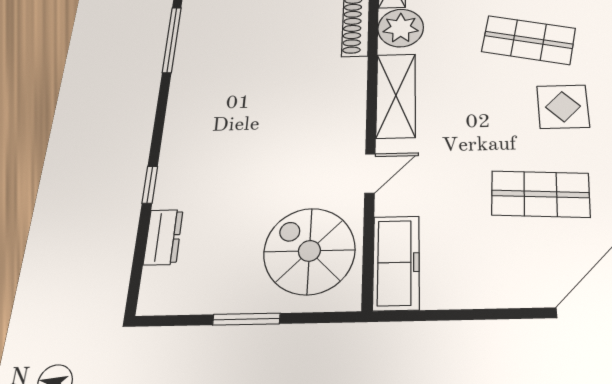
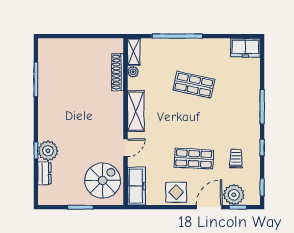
plant: (401, 28) -> (133, 72), width x0.53, depth x0.53
display table: (563, 107) -> (176, 192), moved
plant: (179, 185) -> (48, 151), added
spiral stairs: (309, 251) -> (103, 181), turned 90

